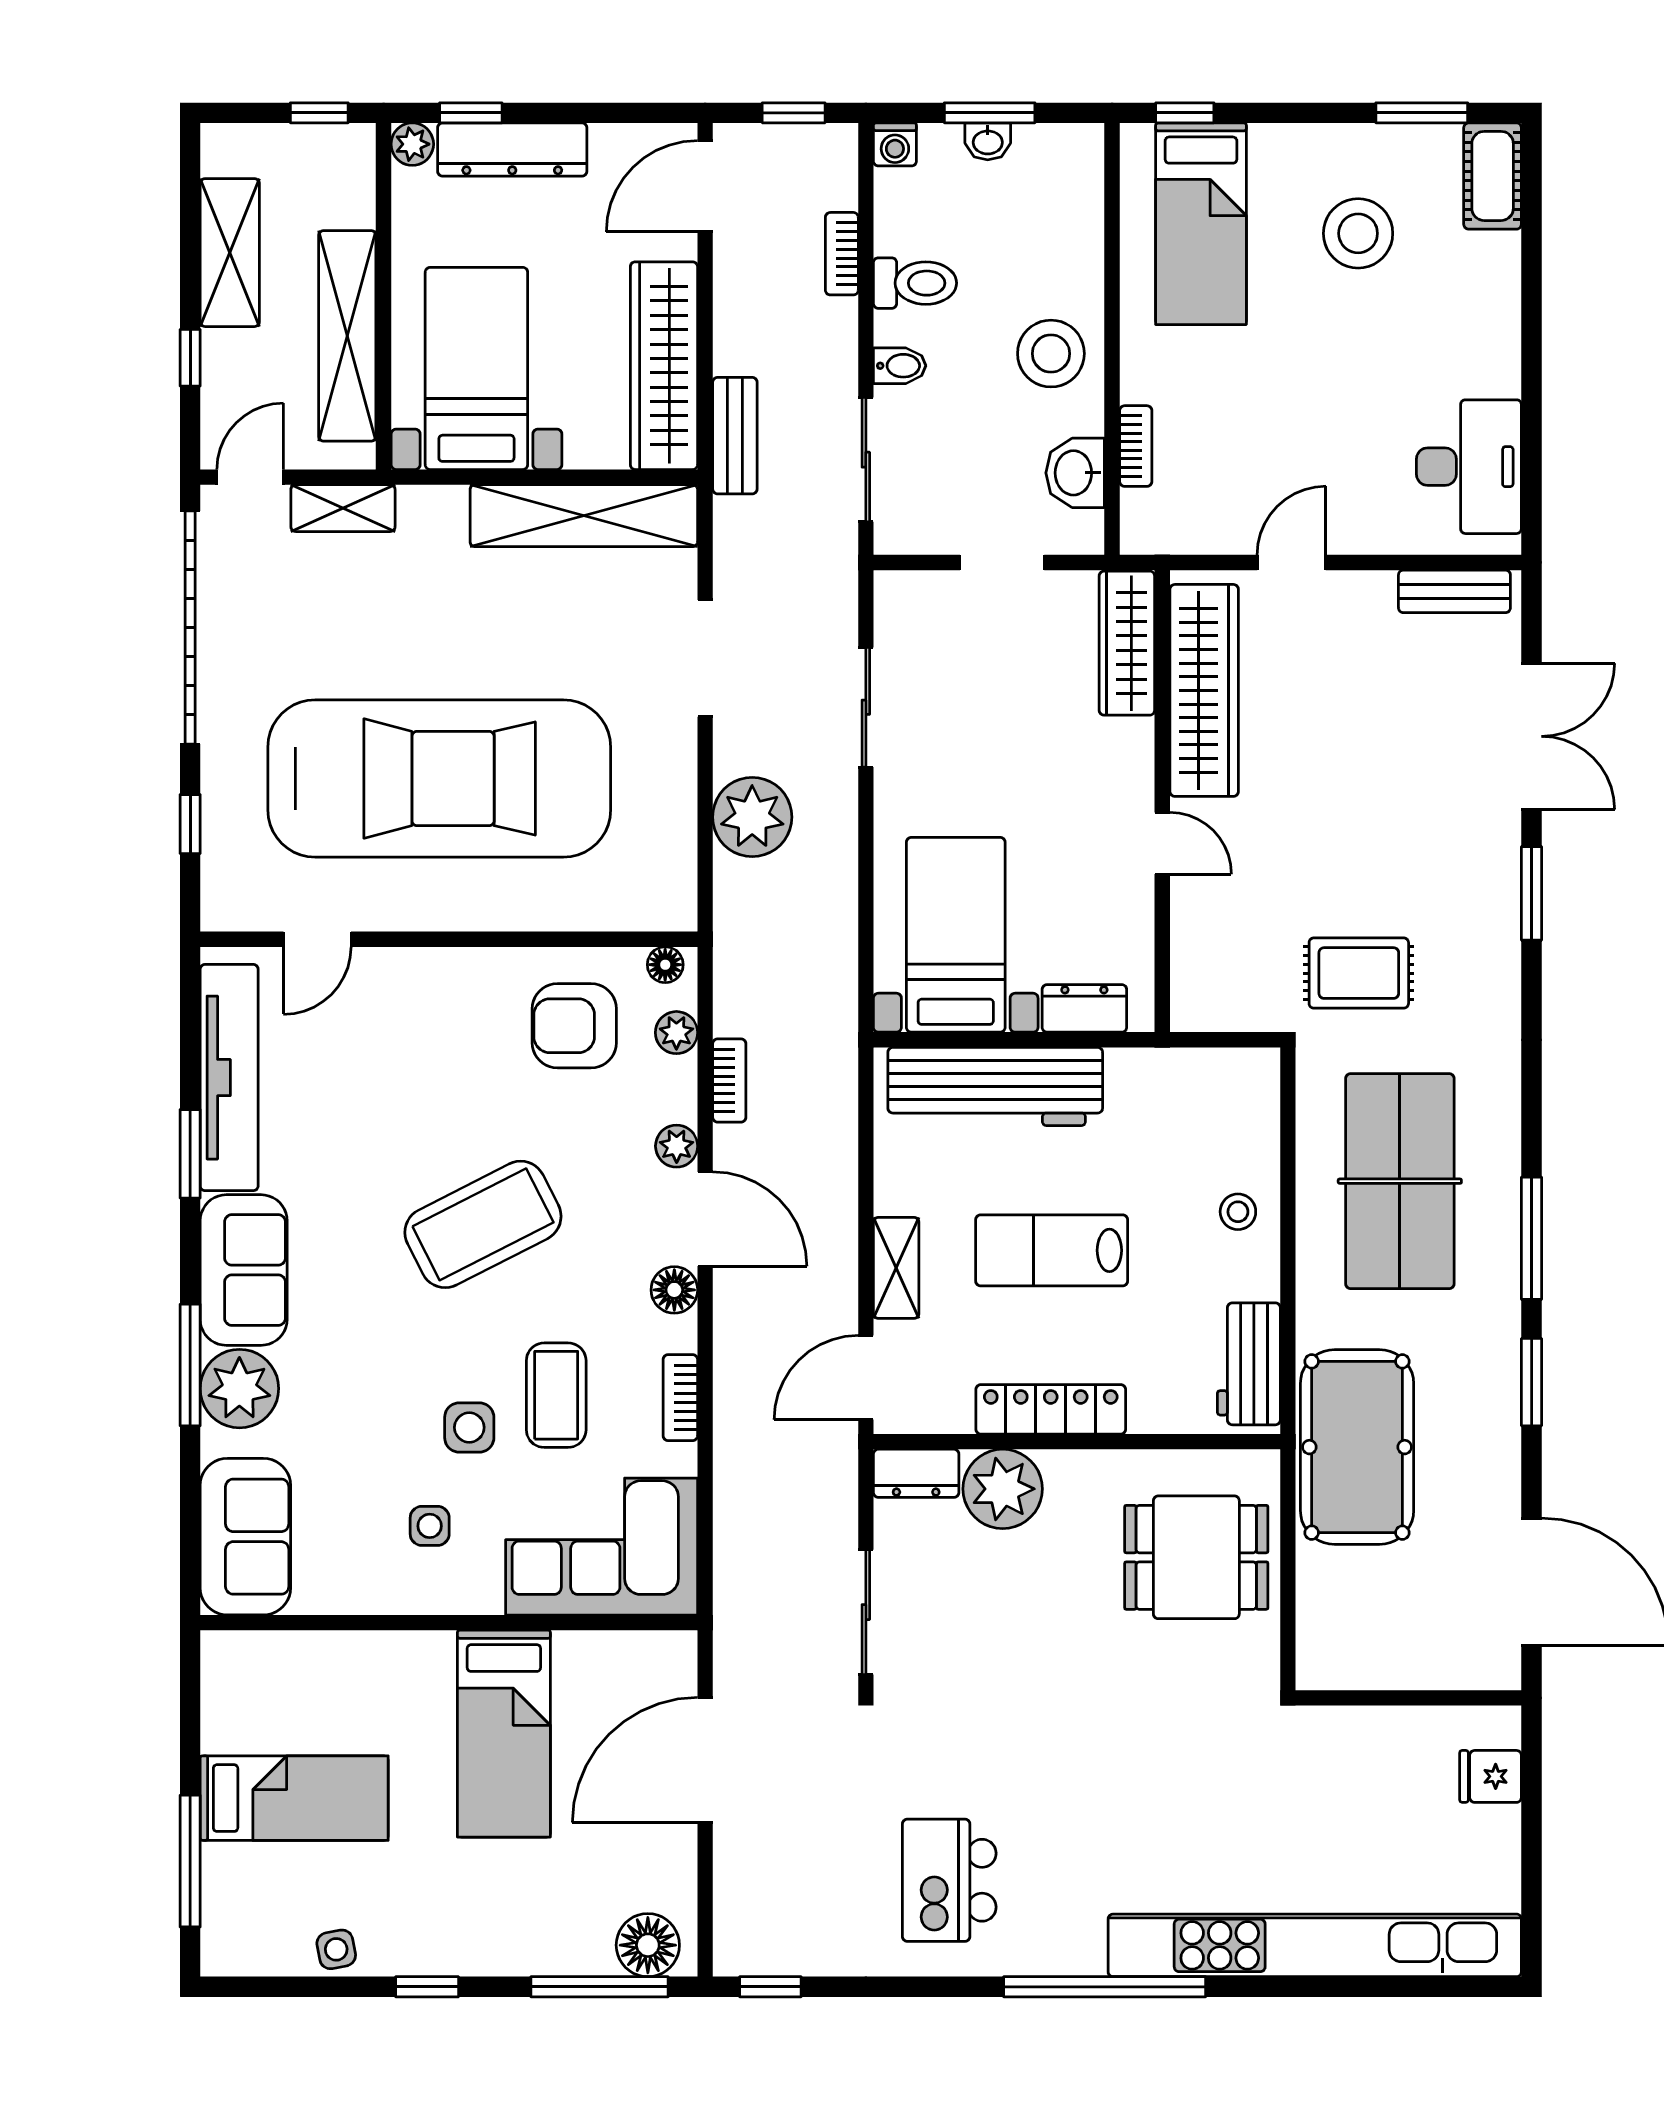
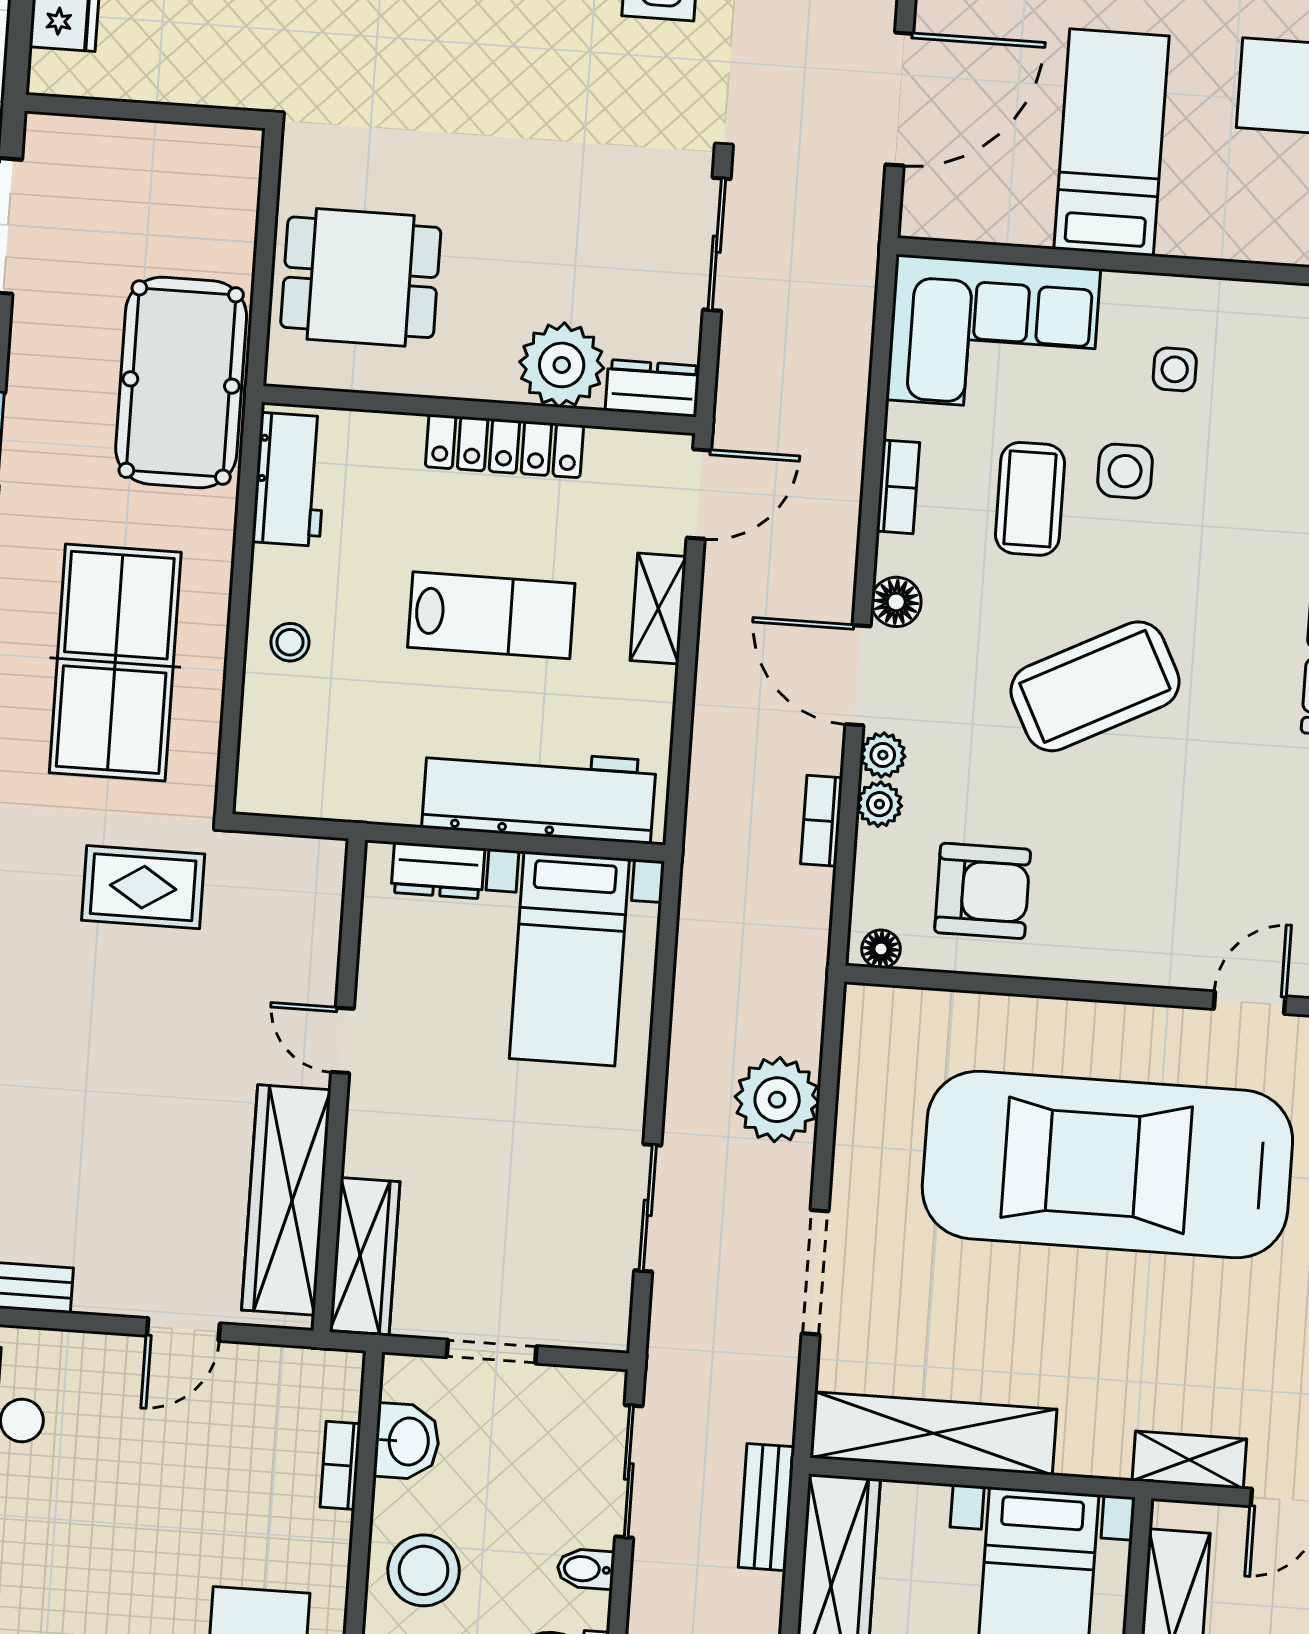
plant: (676, 1033) -> (879, 804), moved

